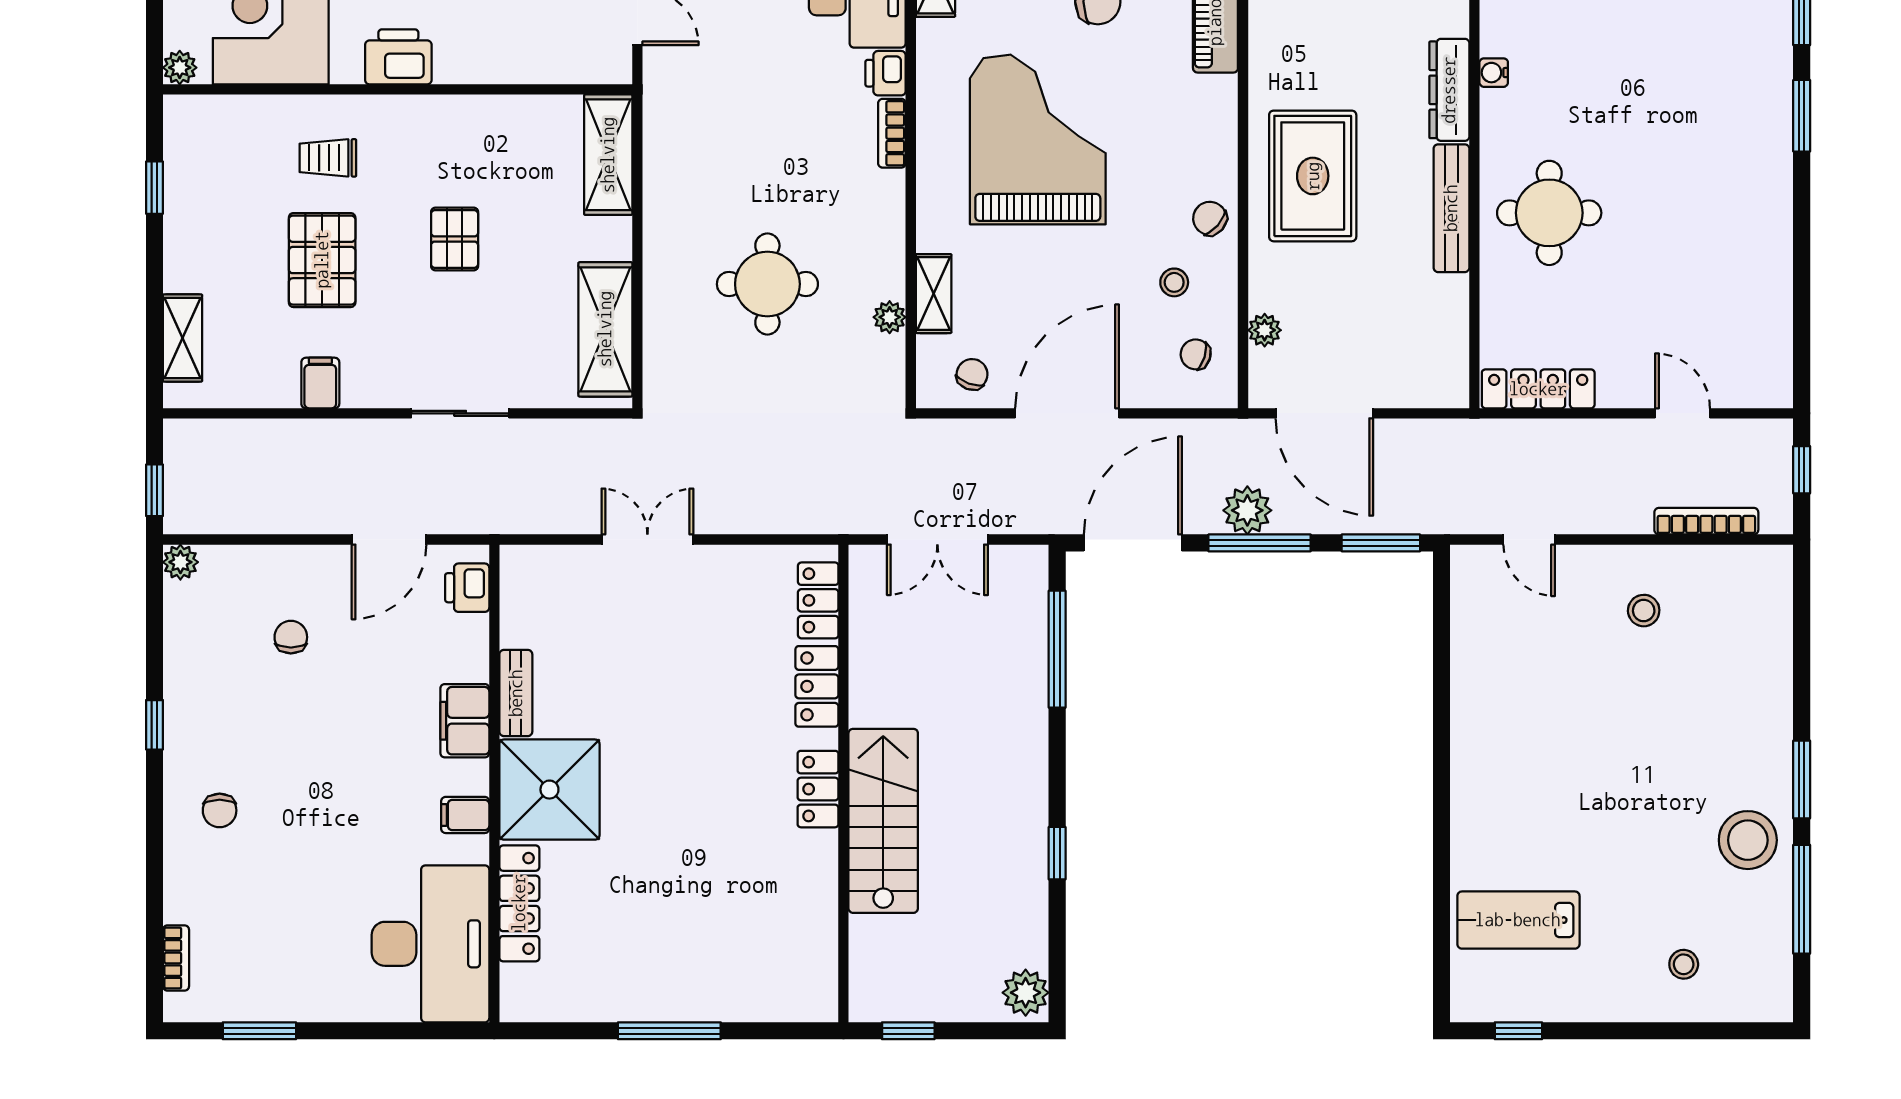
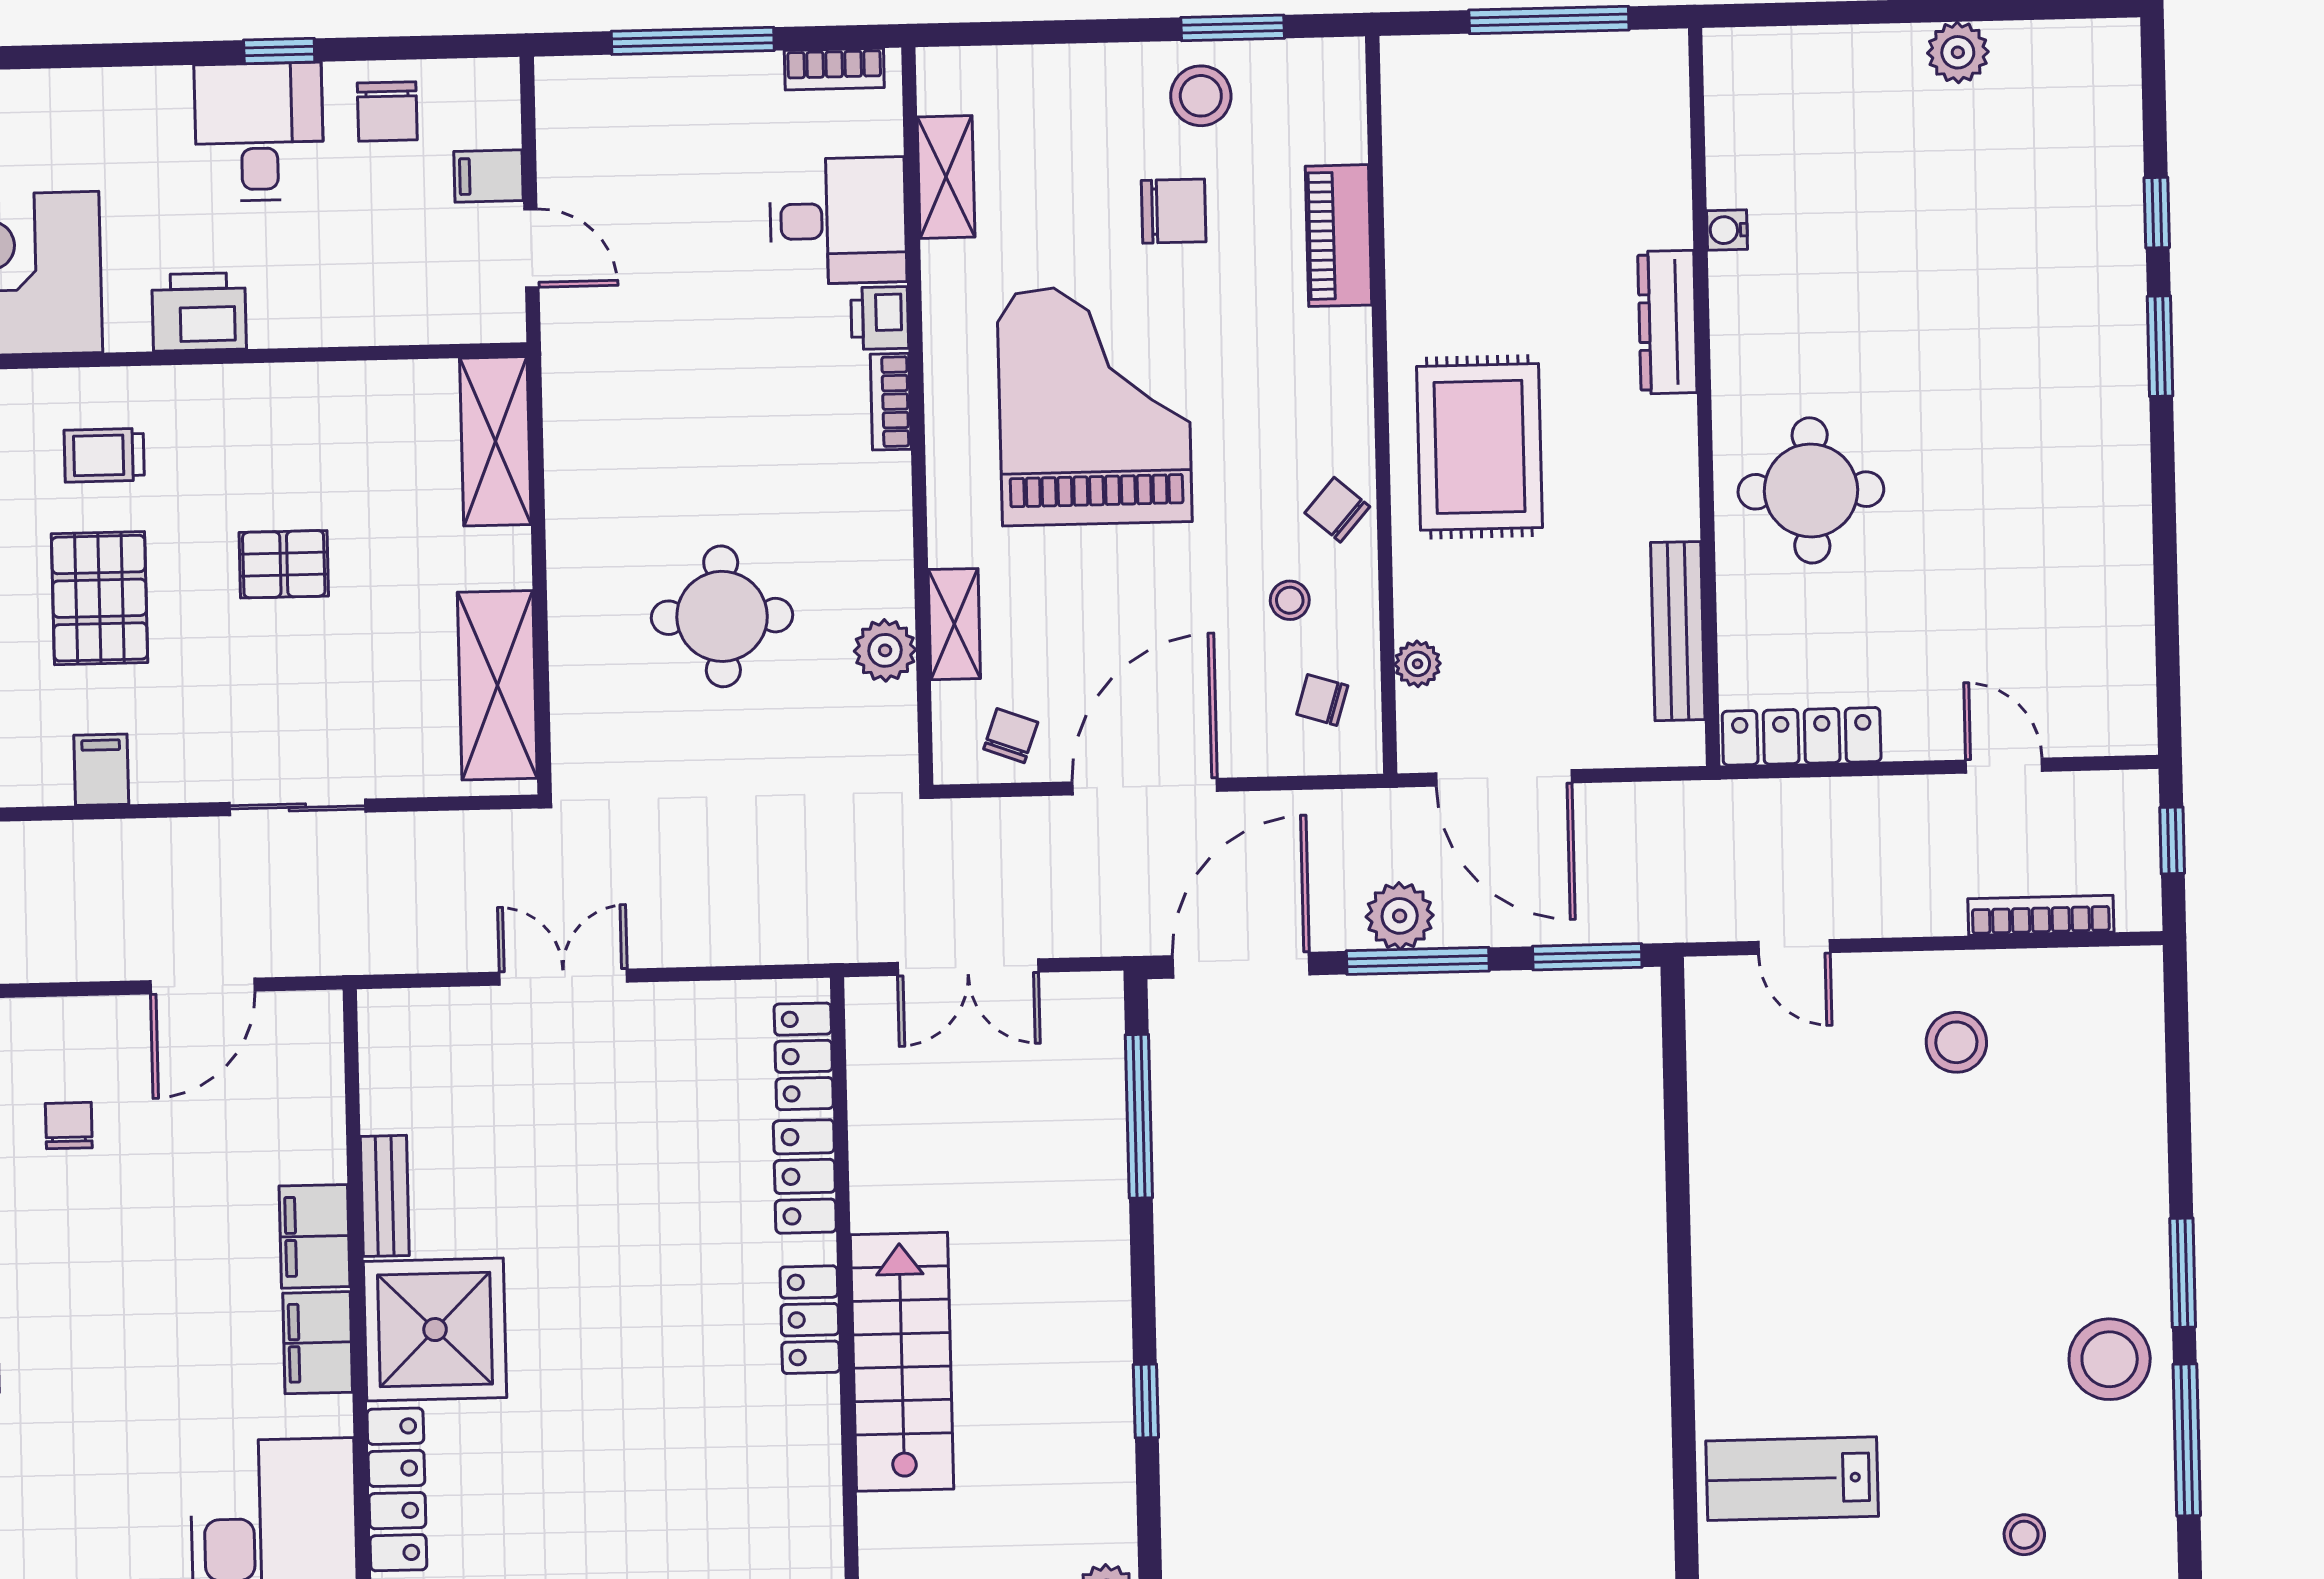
water cooler: (1494, 73) -> (1727, 230), moved
bench: (1451, 208) -> (1678, 631), moved
pallet: (455, 239) -> (284, 564), turned 90
plant: (890, 317) -> (885, 650), width x1.38, depth x1.38
printer: (467, 588) -> (313, 1051), removed
stool: (1644, 611) -> (1956, 1042), width x1.37, depth x1.37
filing cabinet: (465, 815) -> (318, 1343), width x2.00

